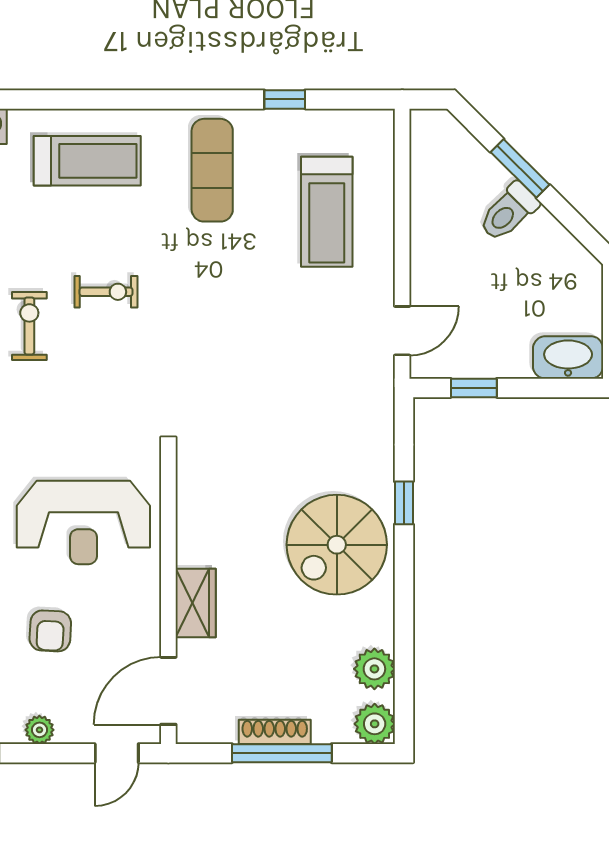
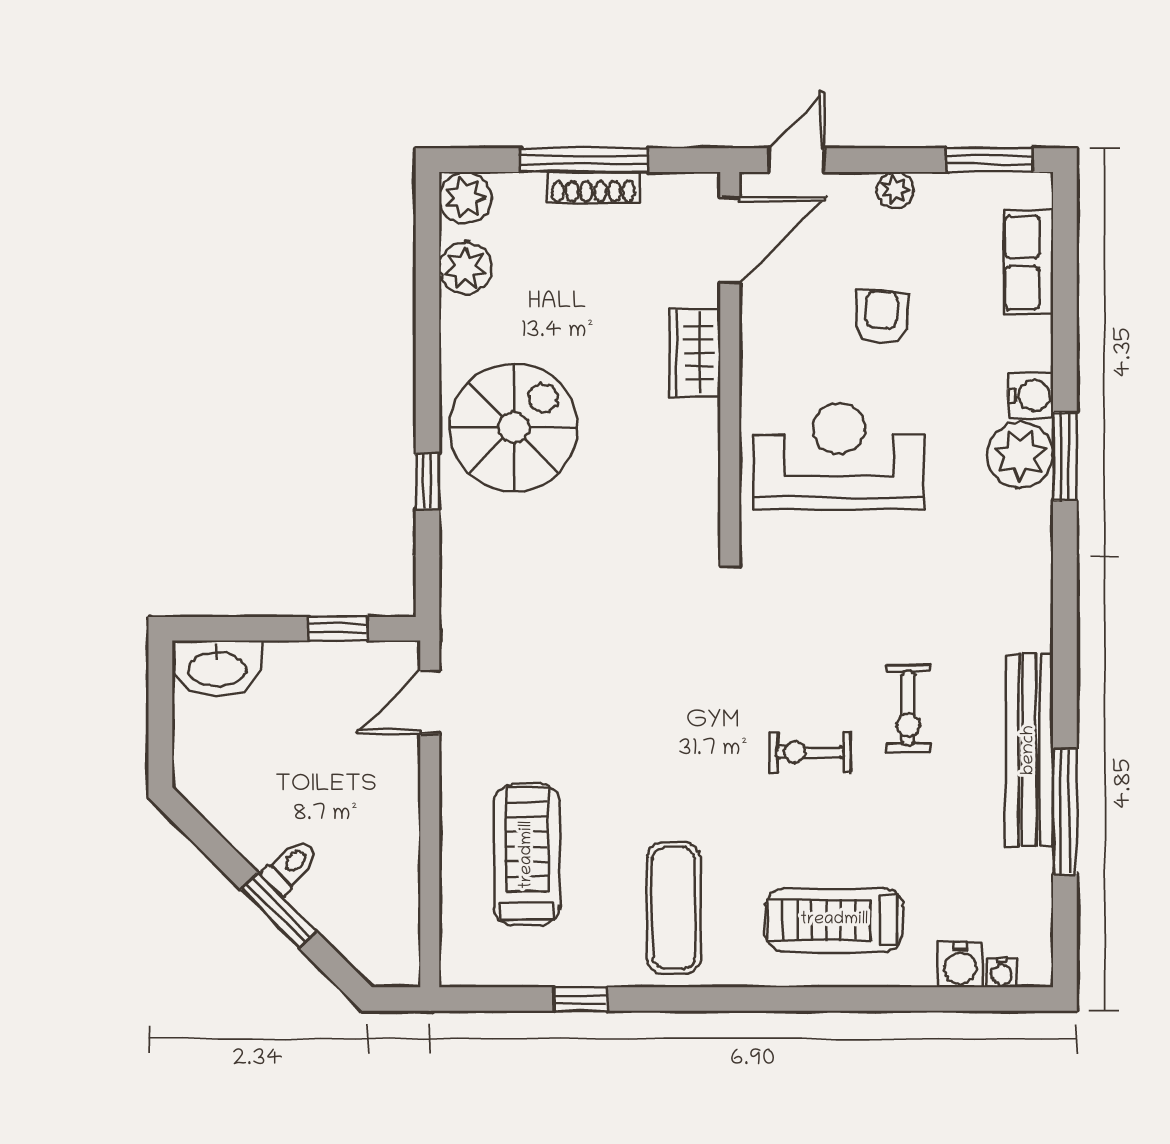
toilet: (509, 212) -> (290, 867), width x0.73, depth x0.72

